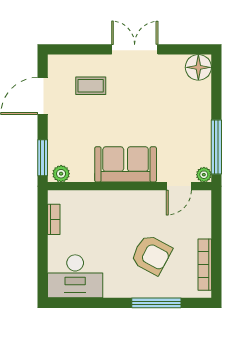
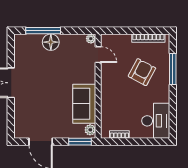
floor lamp: (198, 67) -> (51, 42), moved
coffee table: (91, 86) -> (34, 111), removed
window: (216, 147) -> (43, 31), moved
sofa: (126, 164) -> (84, 104), moved

